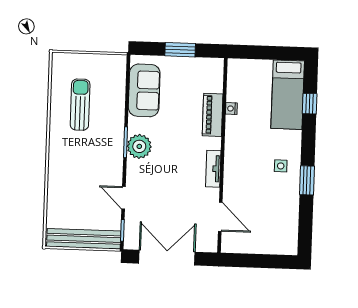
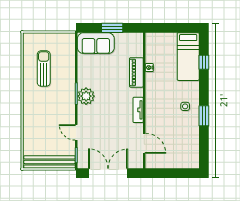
sofa: (144, 90) -> (96, 43), moved, turned 90

